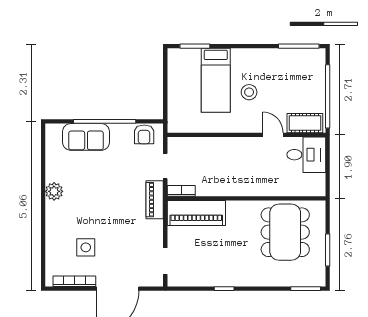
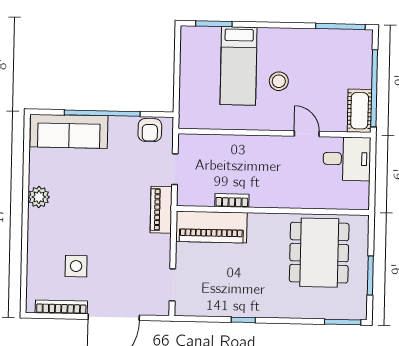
cot: (305, 123) -> (360, 111), moved, turned 90
sofa: (86, 137) -> (69, 131), width x1.36
bookcase: (181, 191) -> (232, 200), moved

